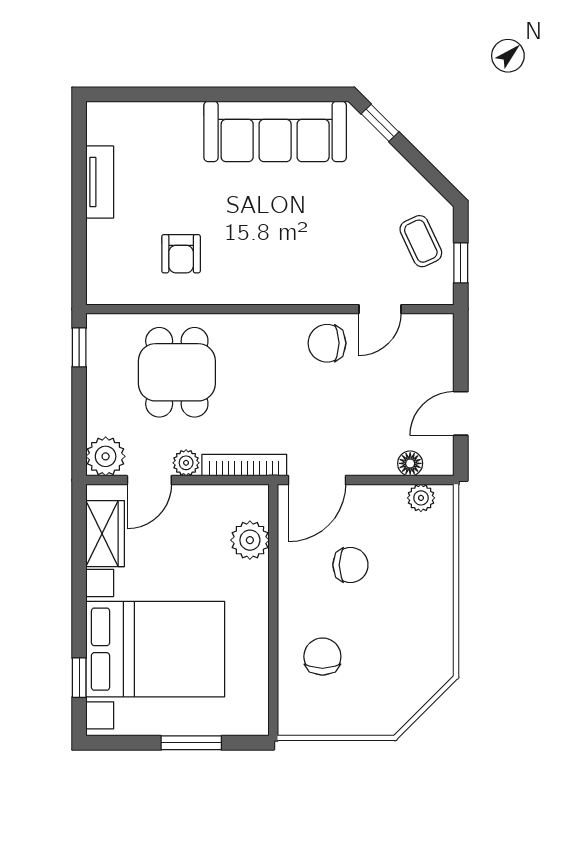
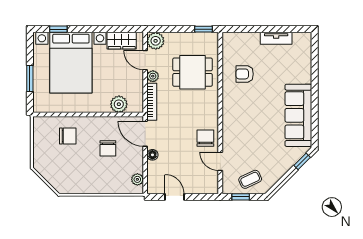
floor lamp: (410, 463) -> (152, 155), moved

